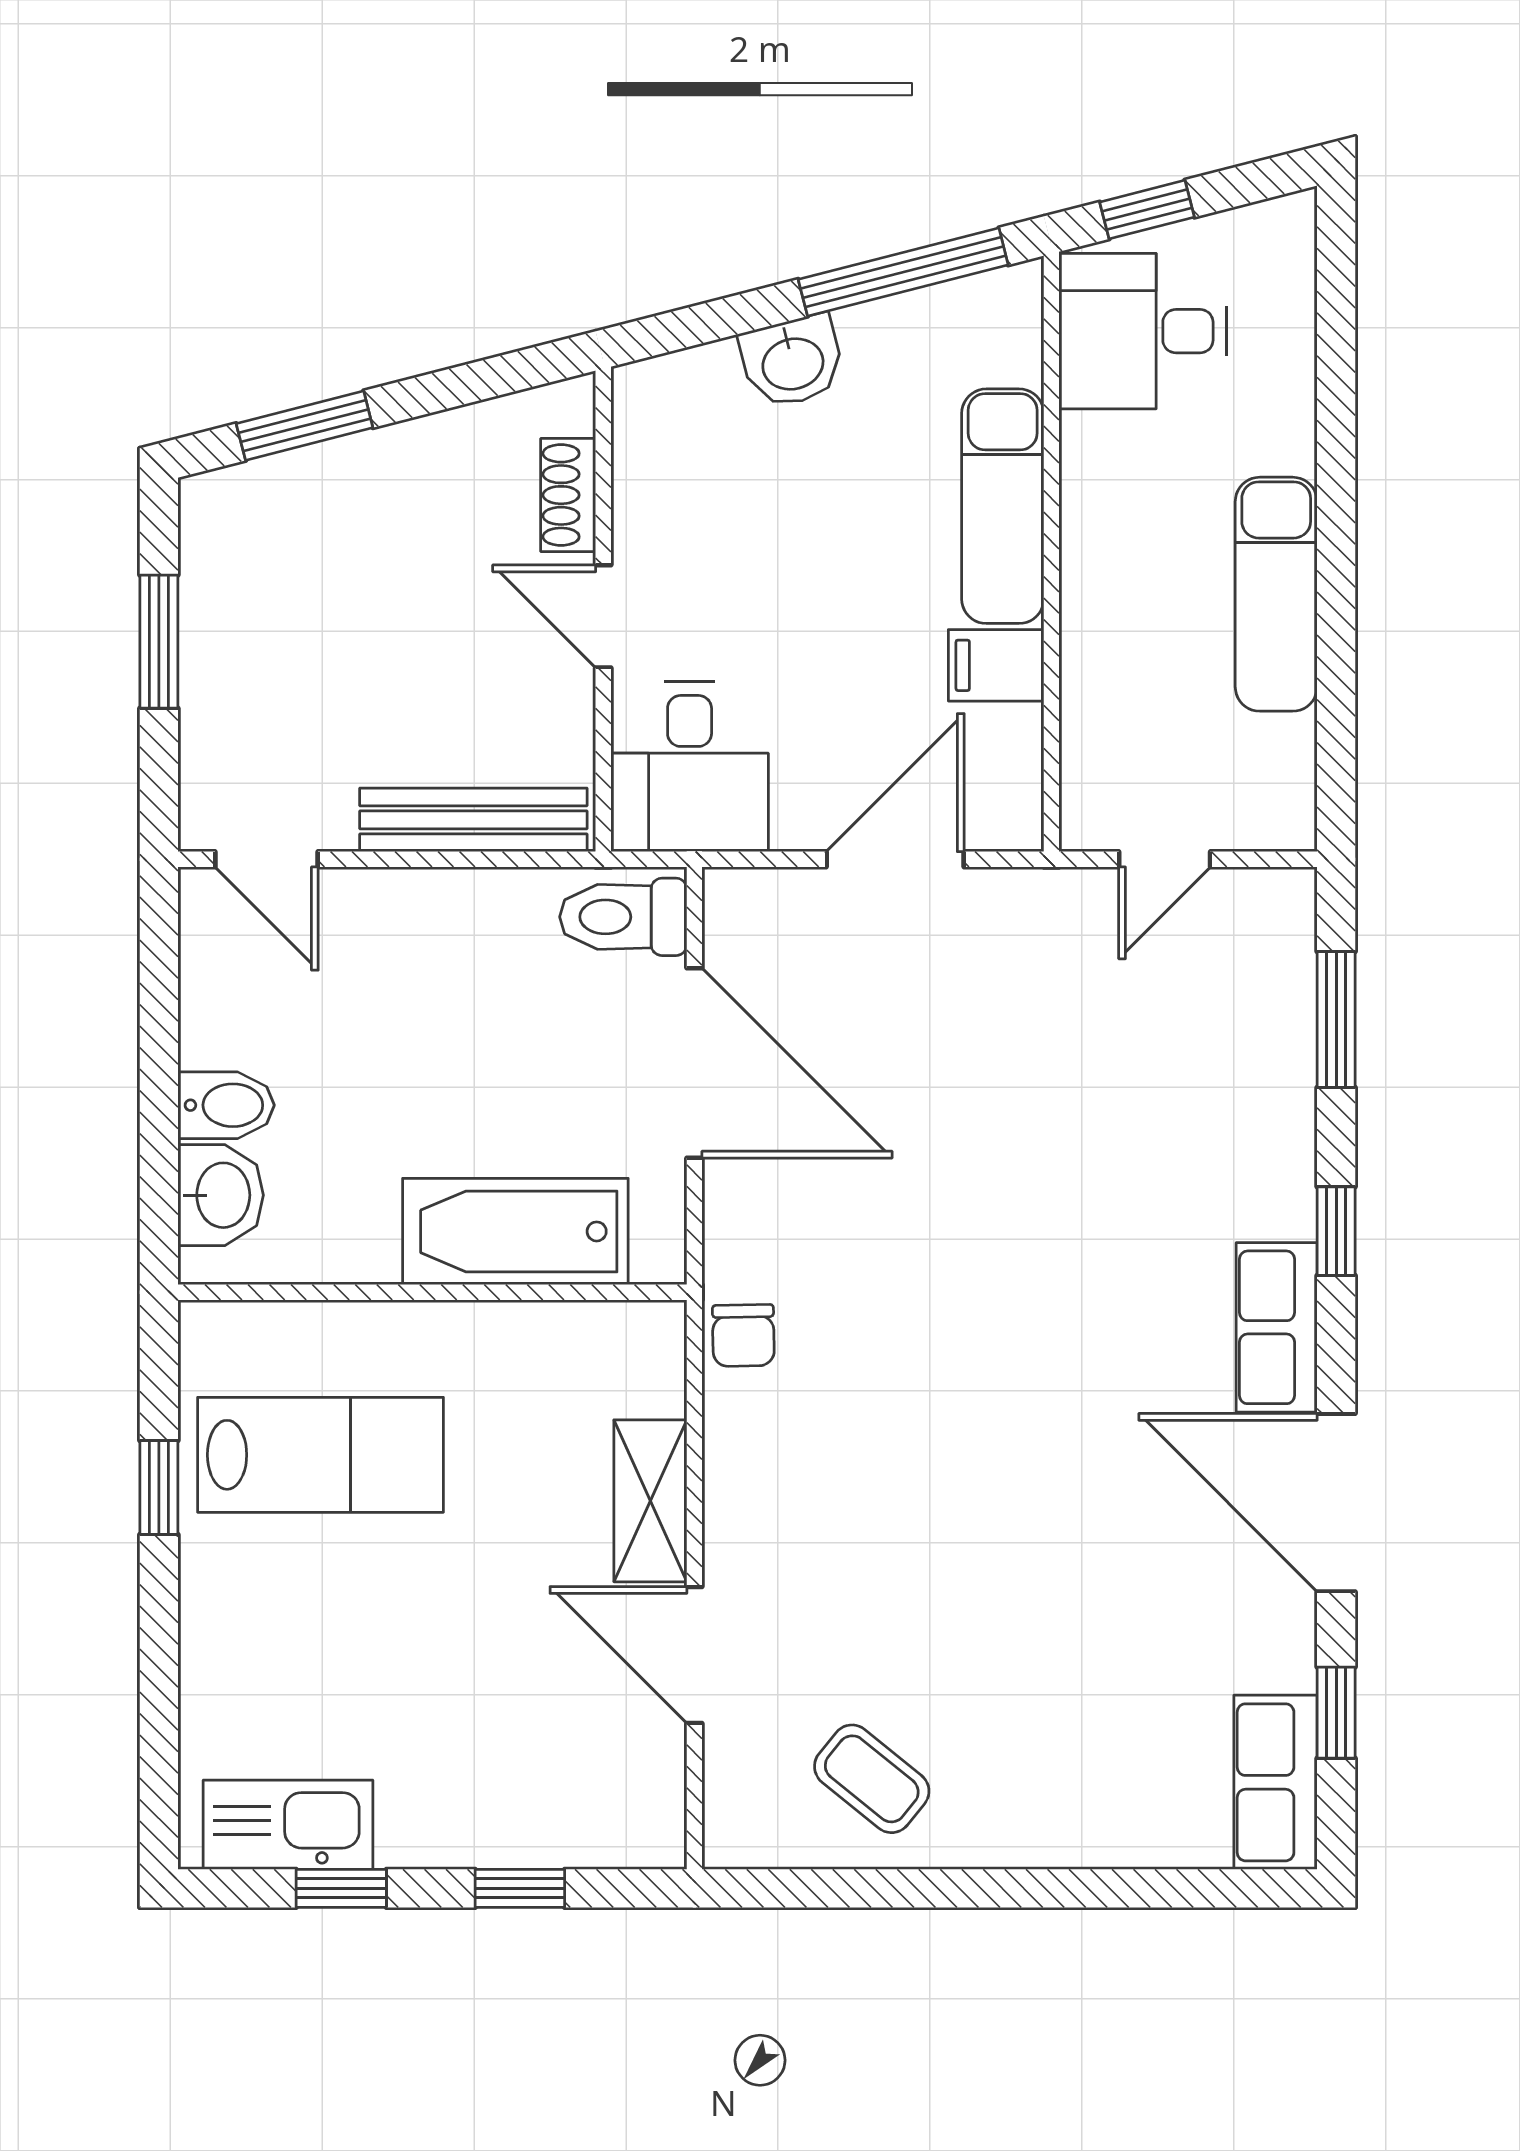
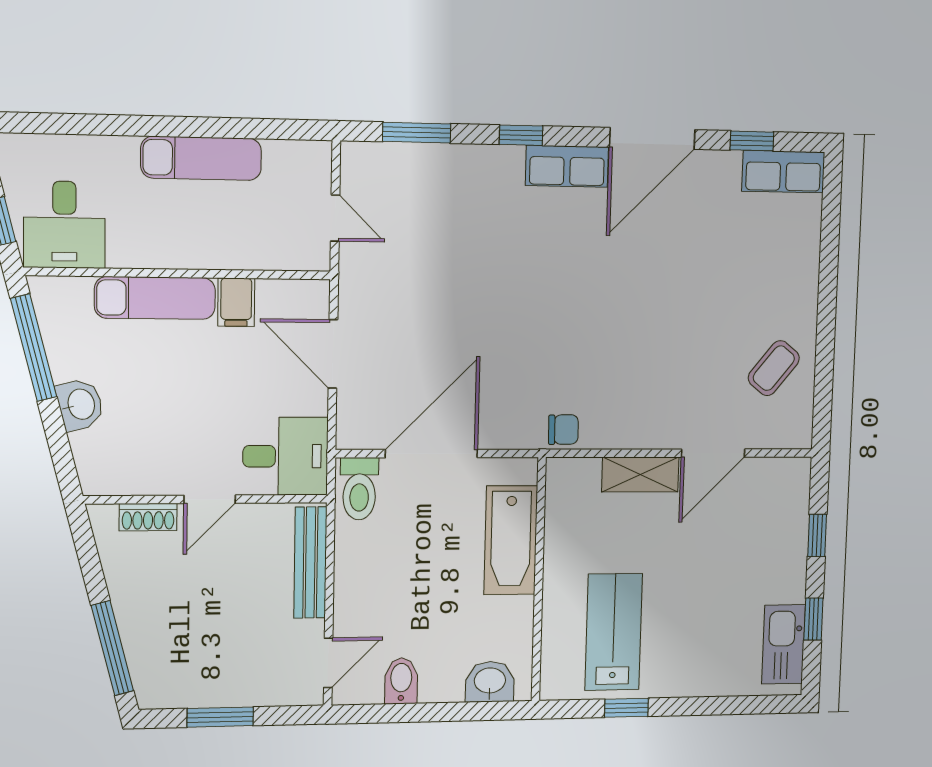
window: (305, 426) -> (112, 648), width x1.44
bidet: (226, 1105) -> (401, 681), moved

